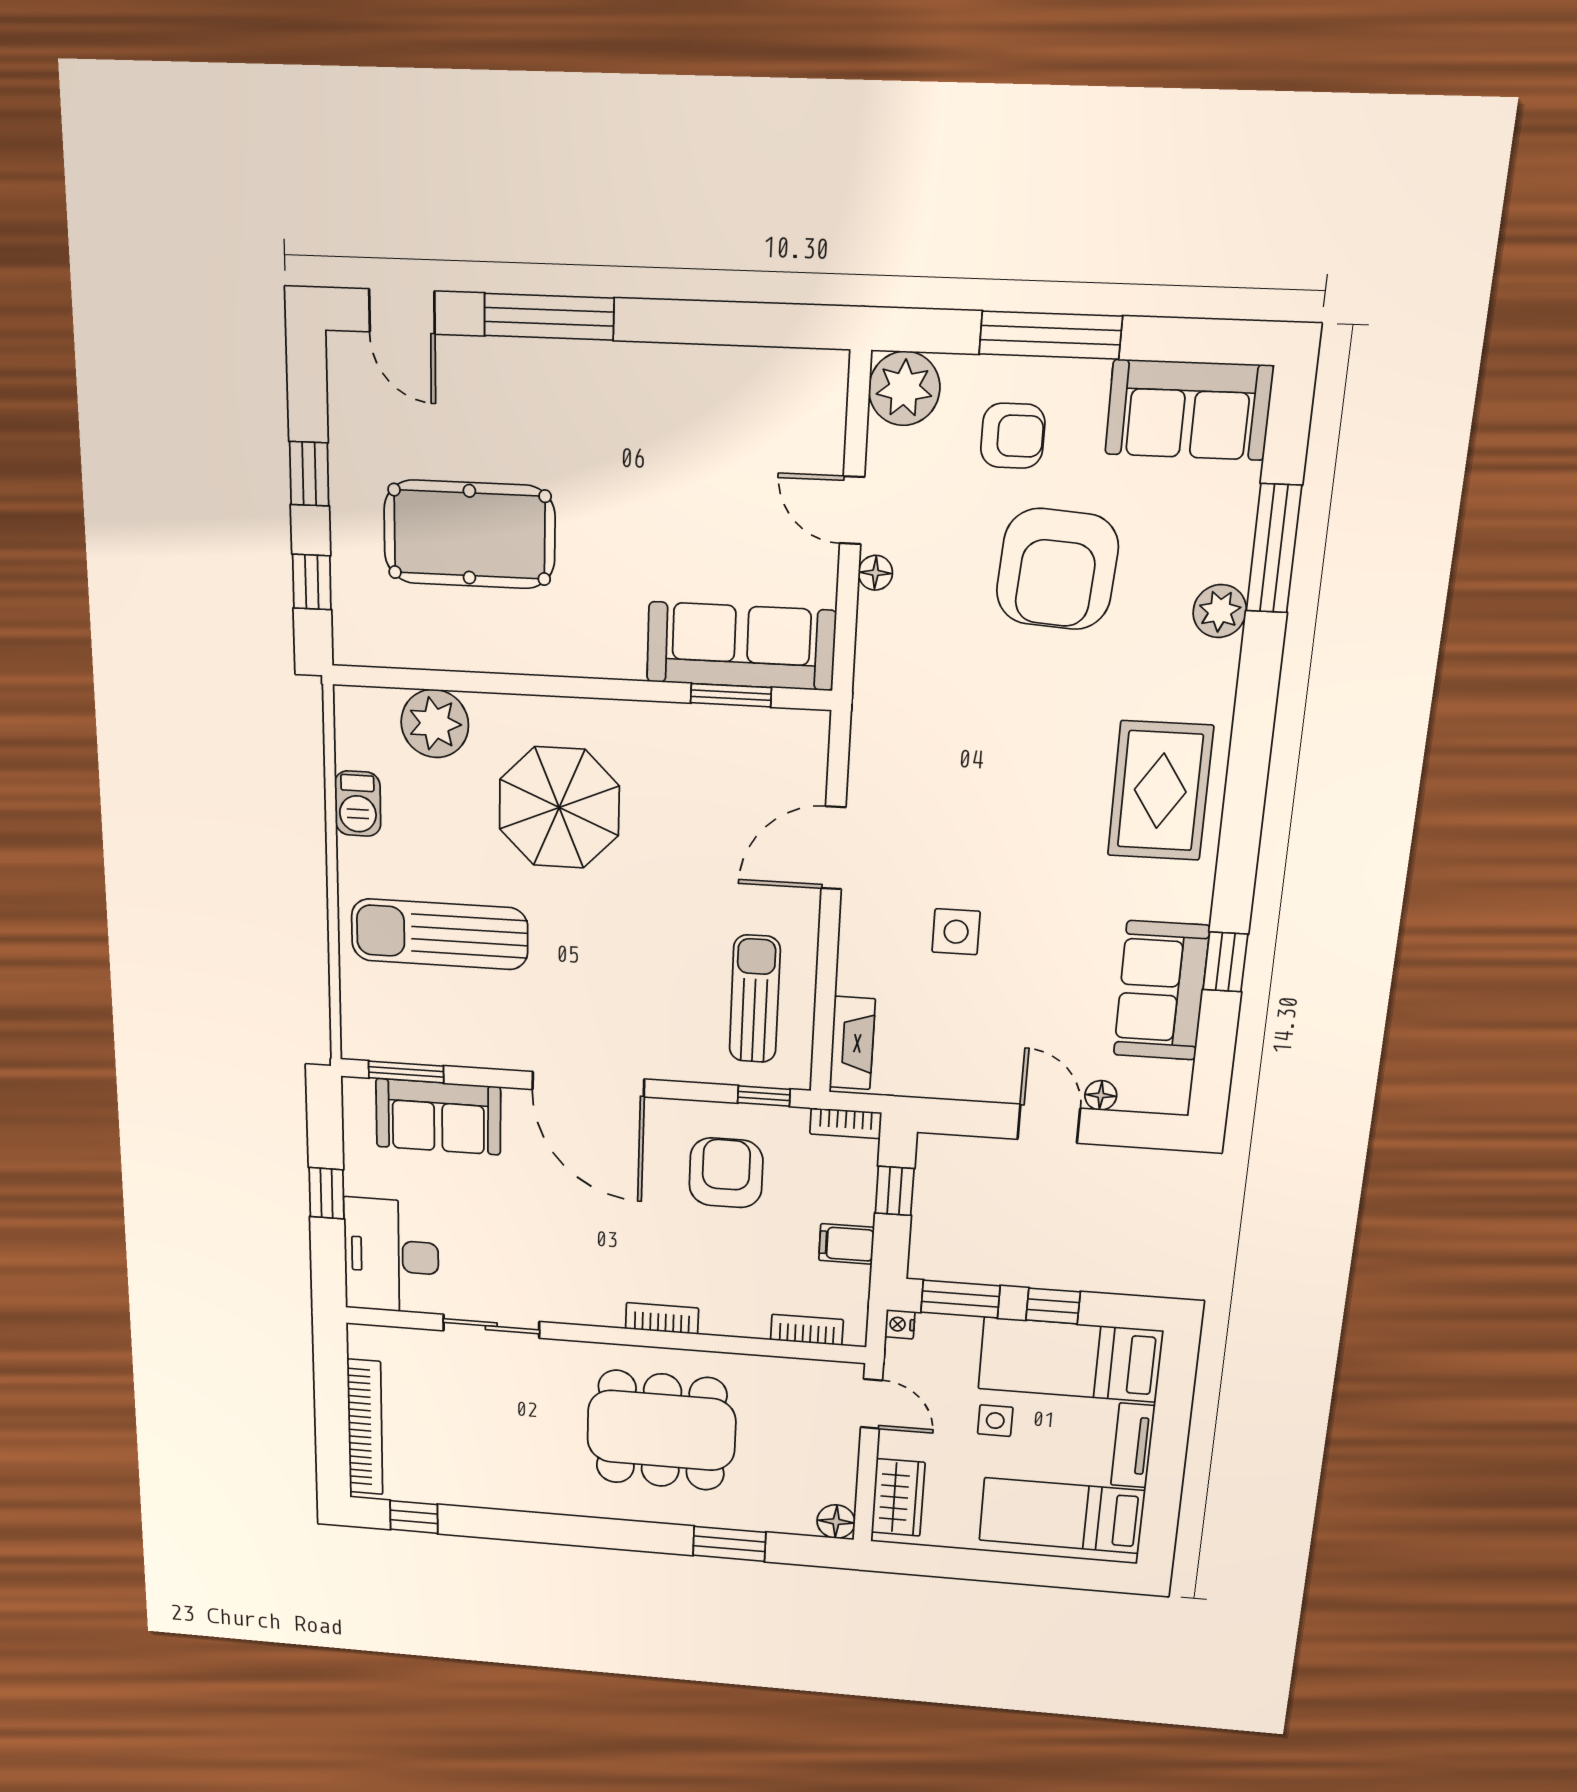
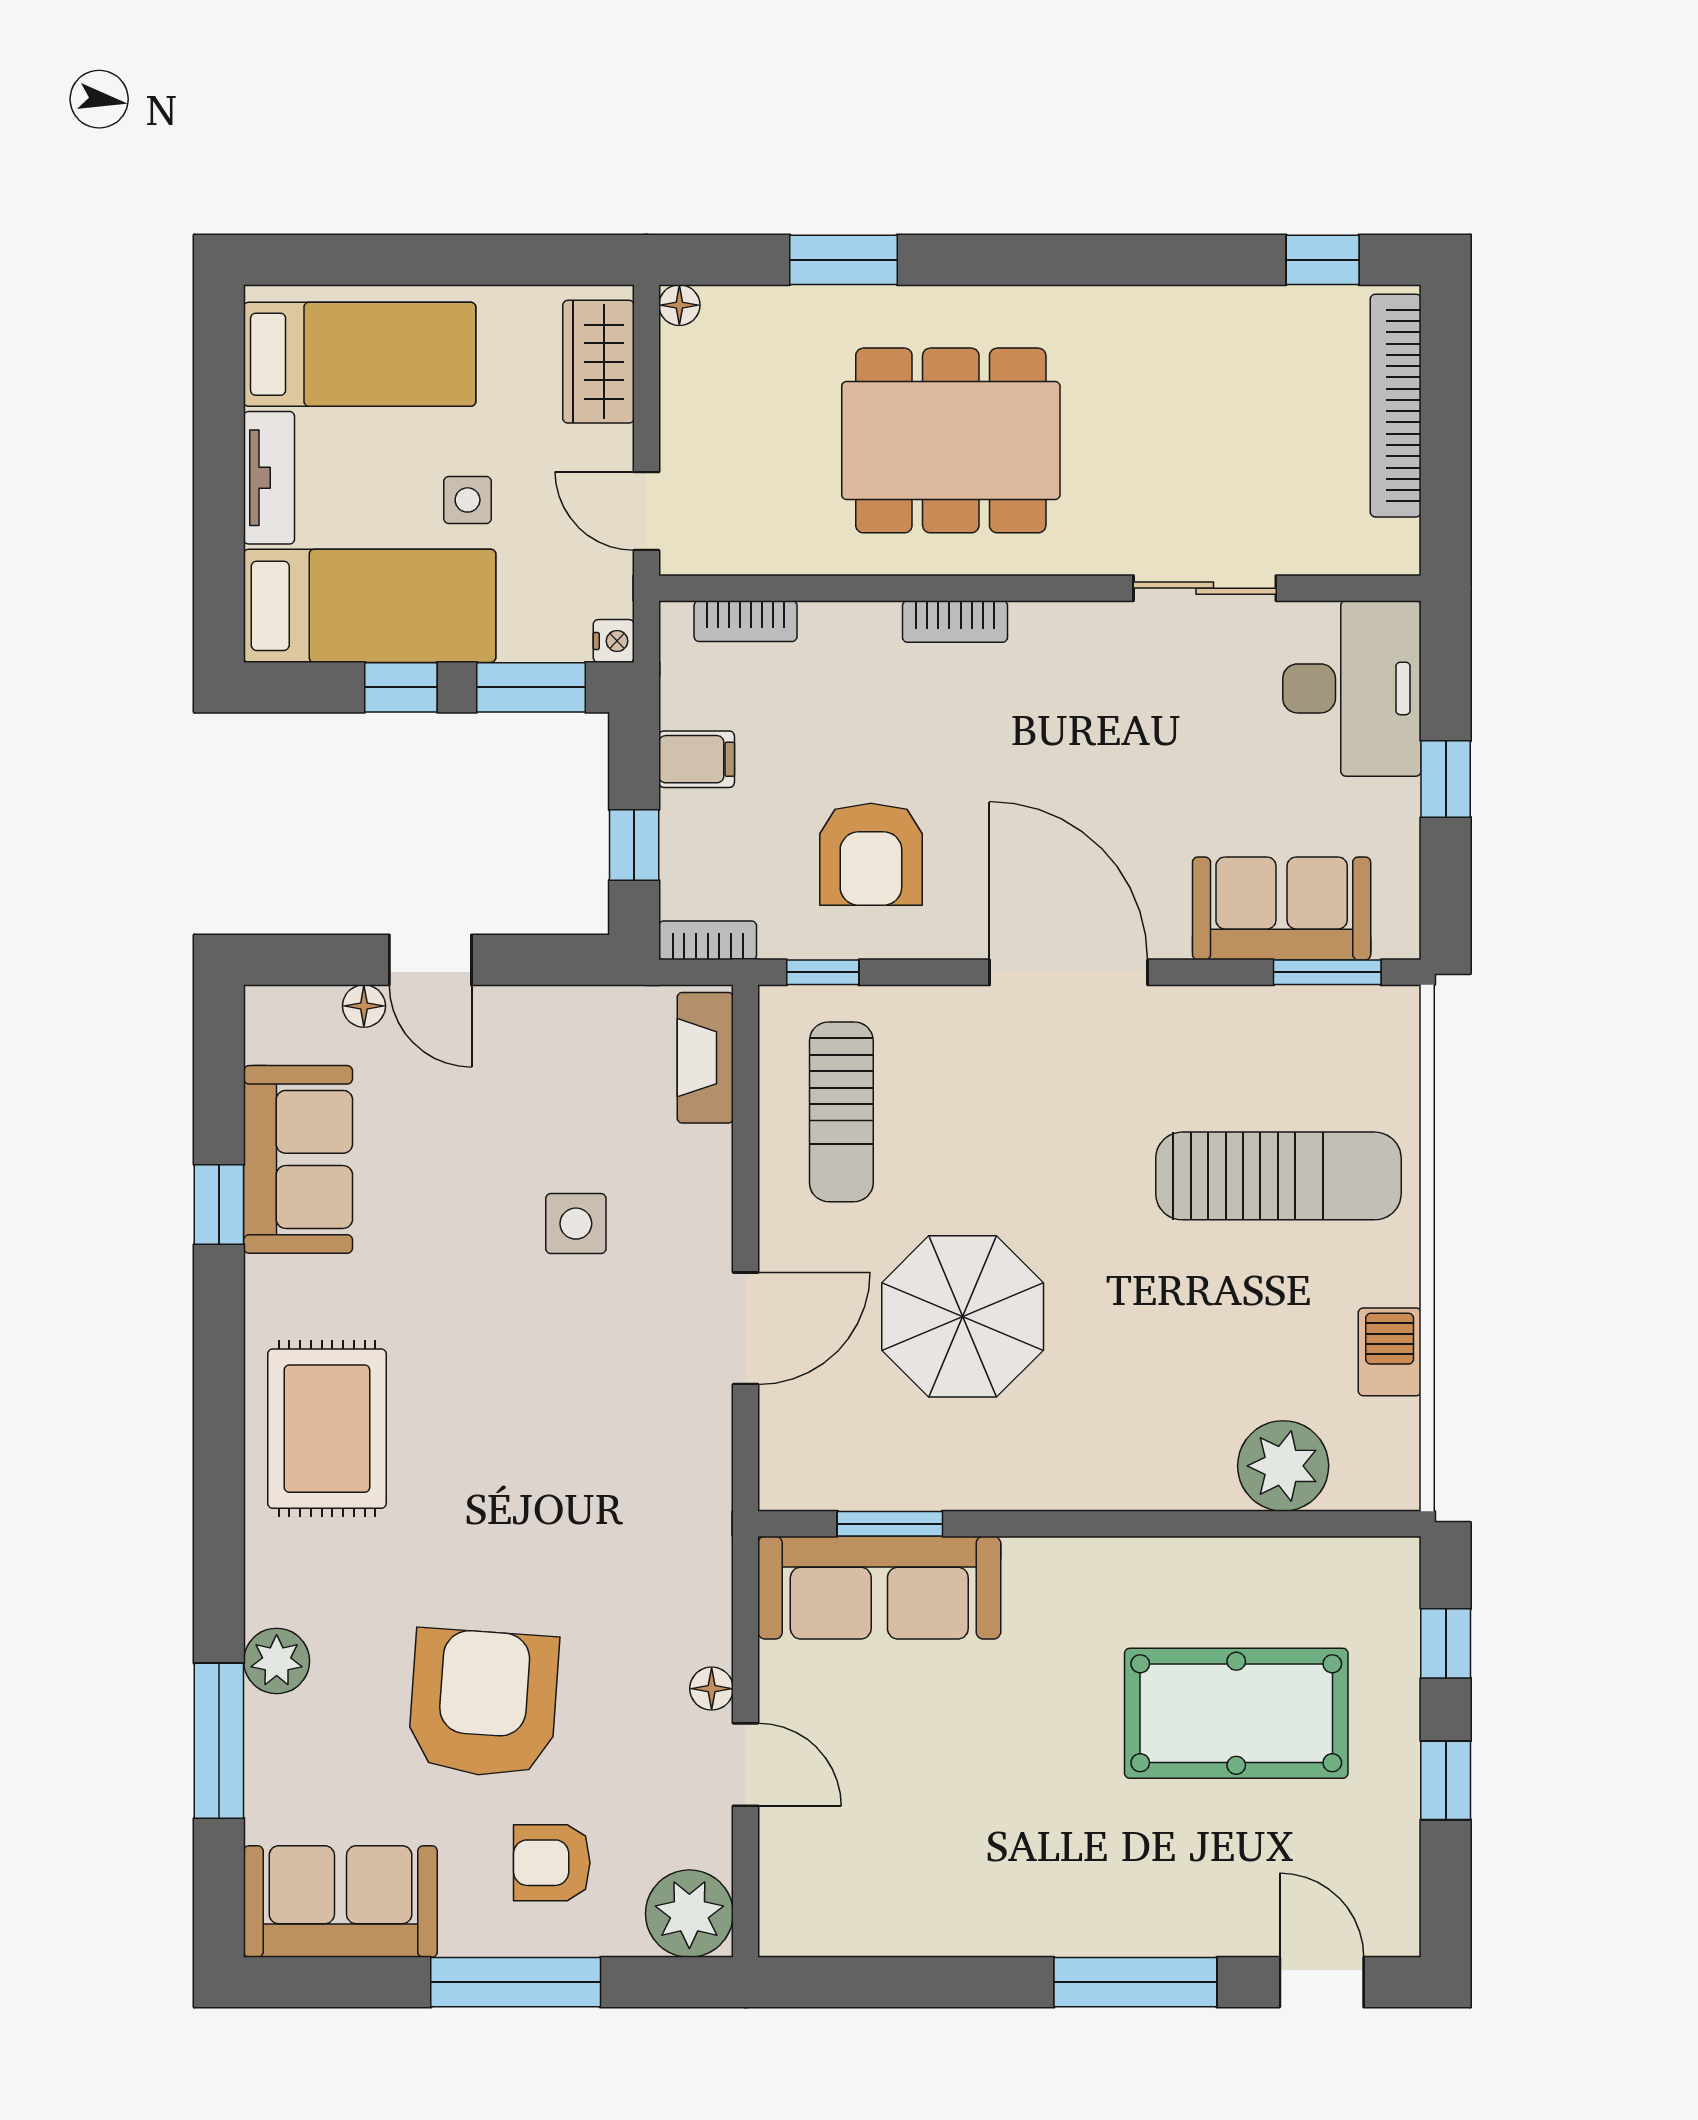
parasol: (559, 808) -> (963, 1316), moved
floor lamp: (836, 1522) -> (679, 305), width x0.73, depth x0.73

